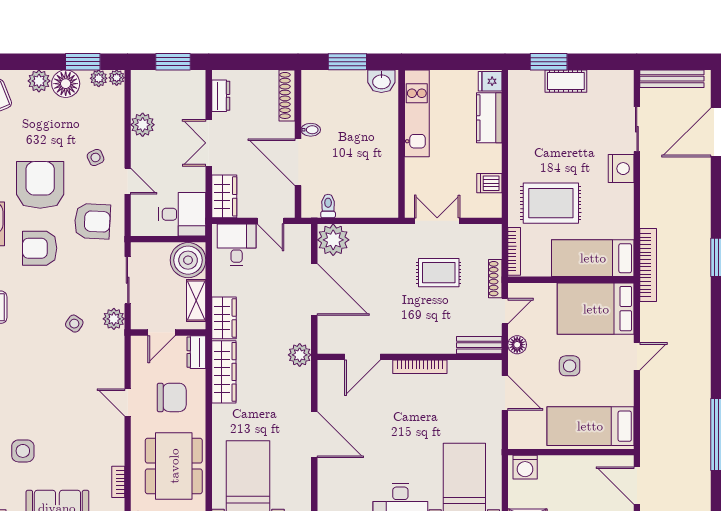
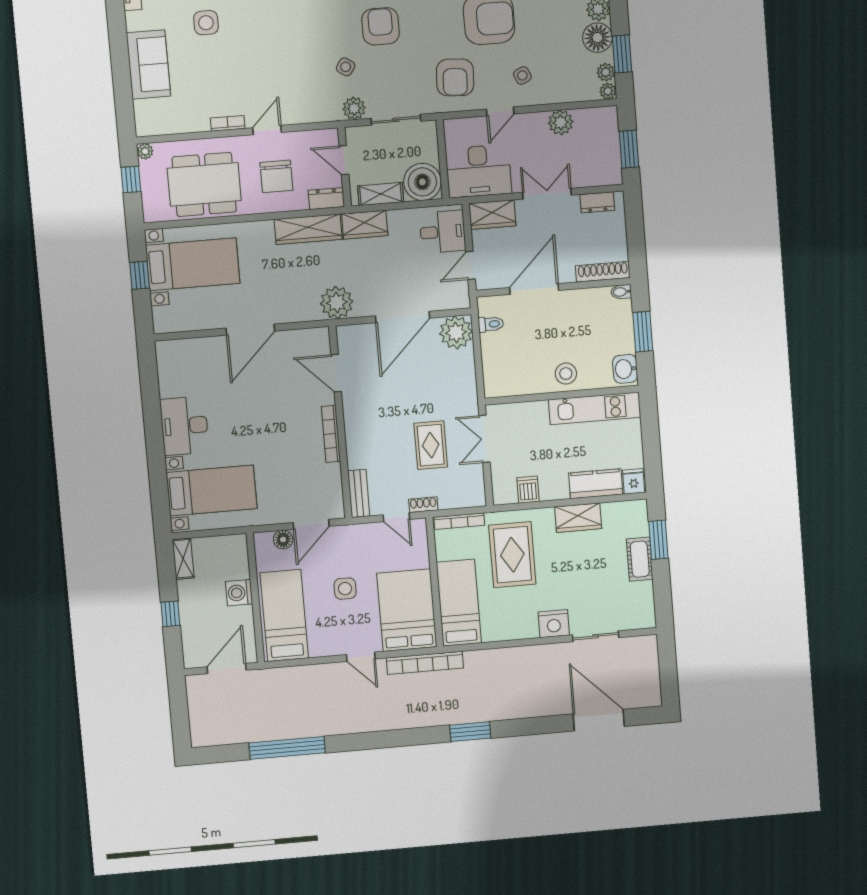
bench: (672, 79) -> (650, 667), removed
bidet: (311, 130) -> (621, 292), moved, turned 90
wardrobe: (521, 137) -> (578, 518), added
stool: (381, 138) -> (566, 374), added
desk: (182, 214) -> (479, 171), width x1.37
double door: (437, 221) -> (484, 439), swing flipped
armchair: (40, 248) -> (380, 26), moved
bookcase: (648, 265) -> (425, 663), moved
shoe rack: (495, 279) -> (423, 505), width x0.70
floor lamp: (517, 345) -> (283, 539), moved
plant: (300, 355) -> (337, 303), width x1.36, depth x1.36
washing machine: (525, 467) -> (239, 593), moved
bookcase: (118, 482) -> (228, 123), moved

